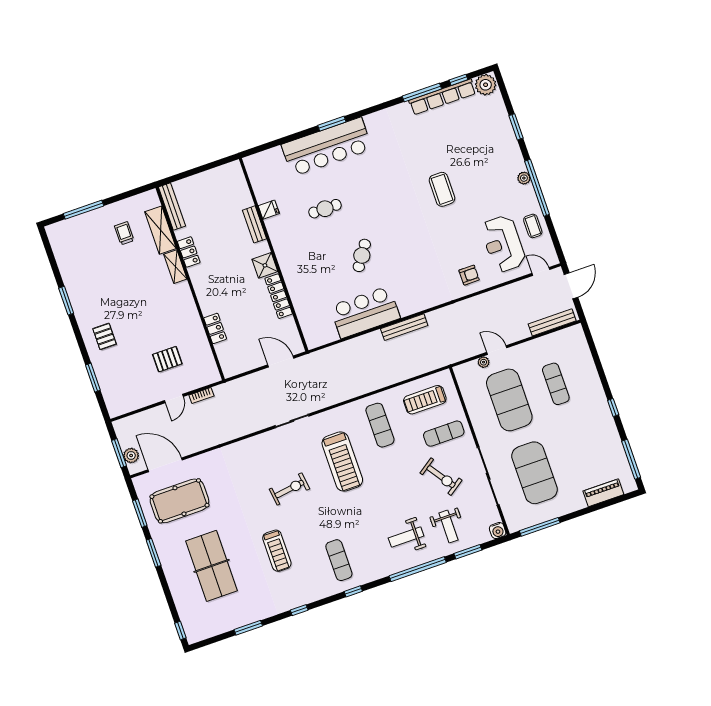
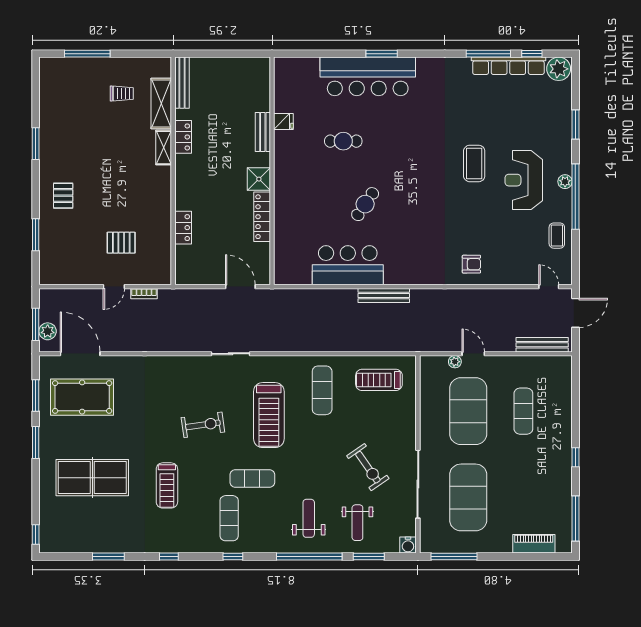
trolley: (124, 233) -> (122, 94), turned 90
reception desk: (503, 244) -> (524, 180), moved
exercise mat: (444, 434) -> (252, 478), moved
weight bench: (406, 537) -> (309, 518), turned 90
table tennis table: (212, 566) -> (92, 478), turned 90

